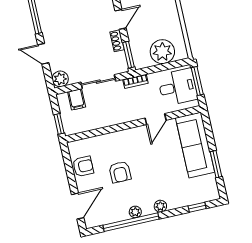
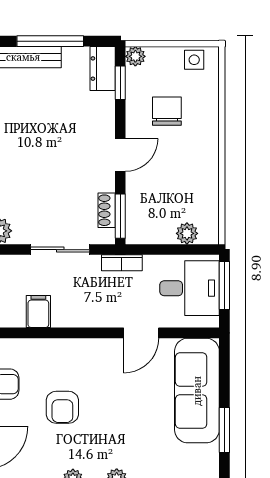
shoe rack: (117, 41) -> (107, 210), moved
plant: (162, 52) -> (187, 233), width x0.53, depth x0.53
filing cabinet: (77, 99) -> (38, 312), moved, turned 180

